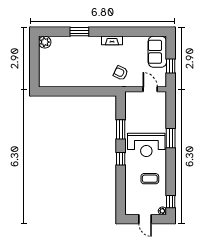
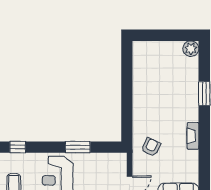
window: (121, 159) -> (18, 147), moved

